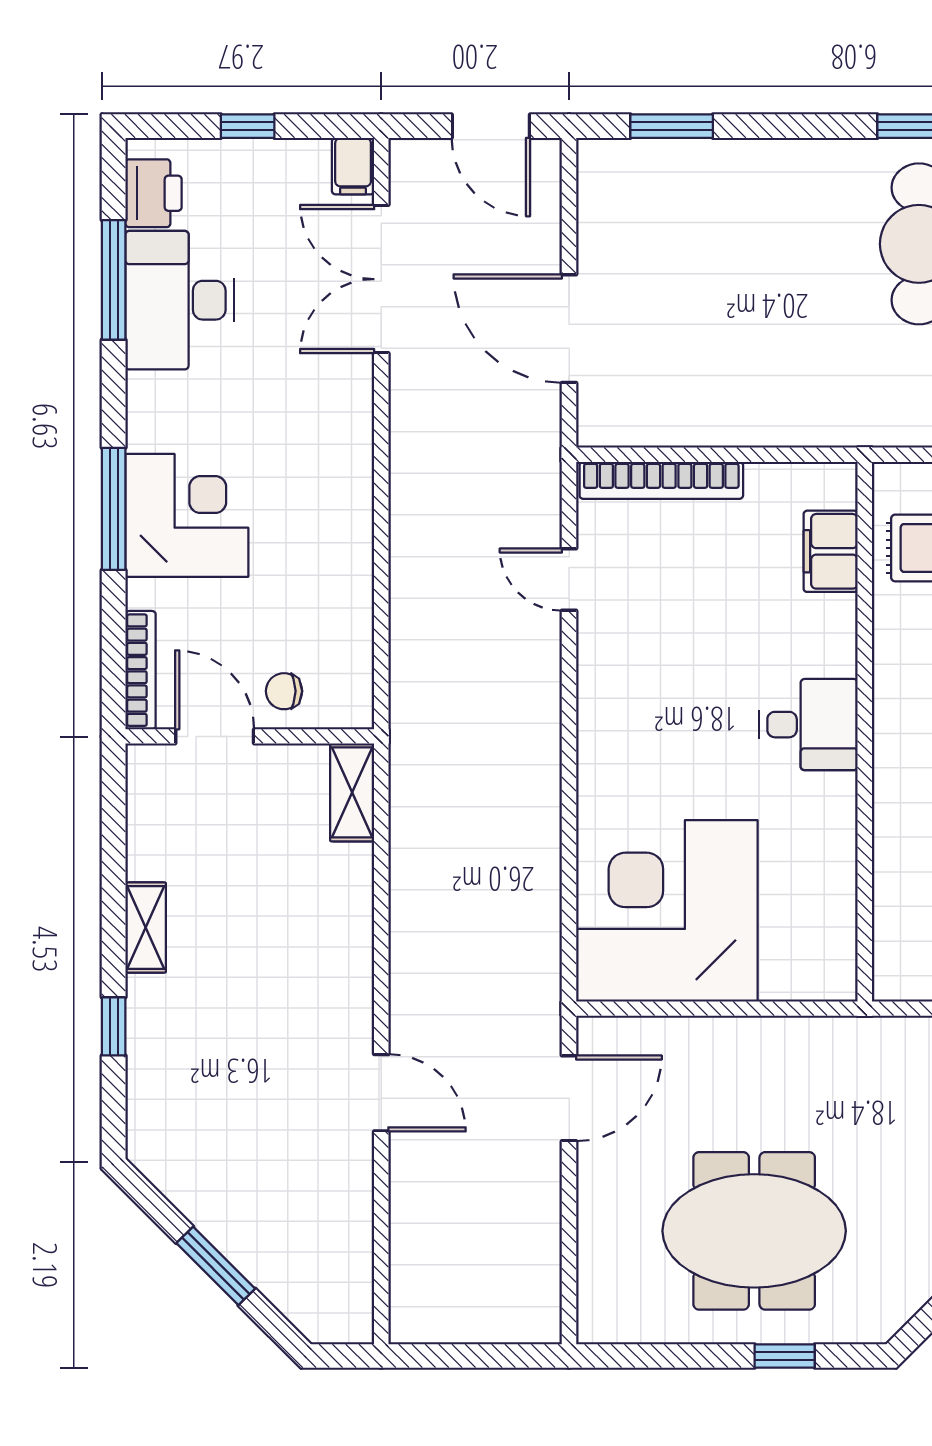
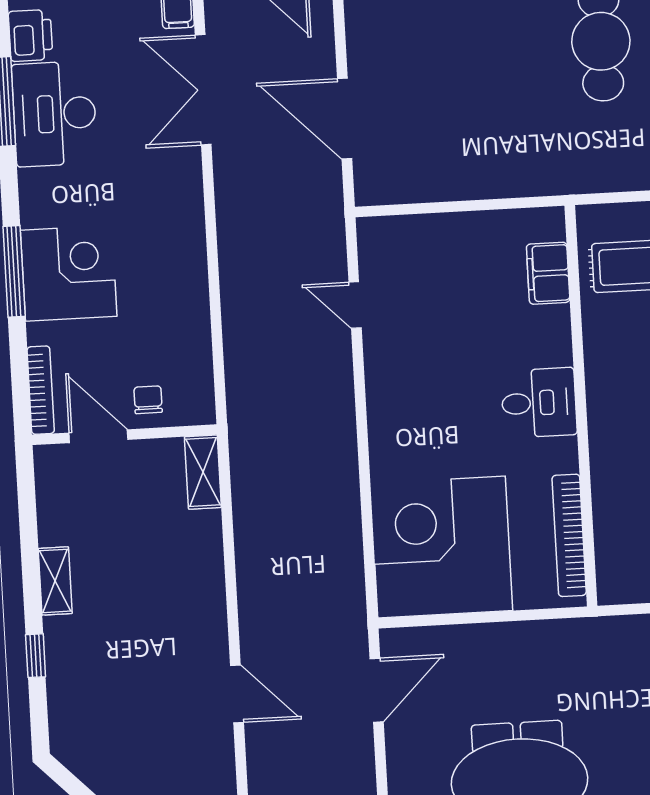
bookcase: (661, 480) -> (569, 535), moved, turned 90
chair: (284, 691) -> (148, 400), turned 90

